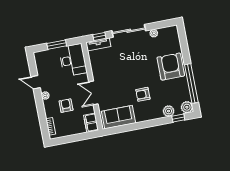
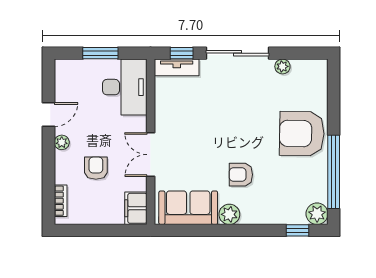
armchair: (171, 67) -> (302, 134), turned -89
door: (36, 82) -> (48, 115), swing flipped
plant: (169, 111) -> (229, 214), moved

